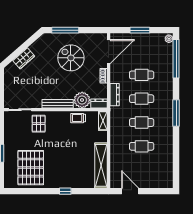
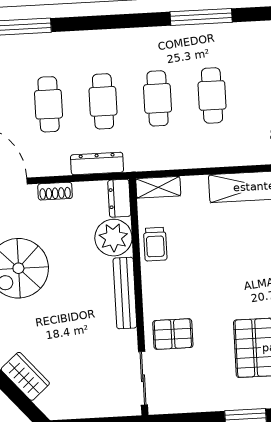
window: (176, 113) -> (201, 17), moved

